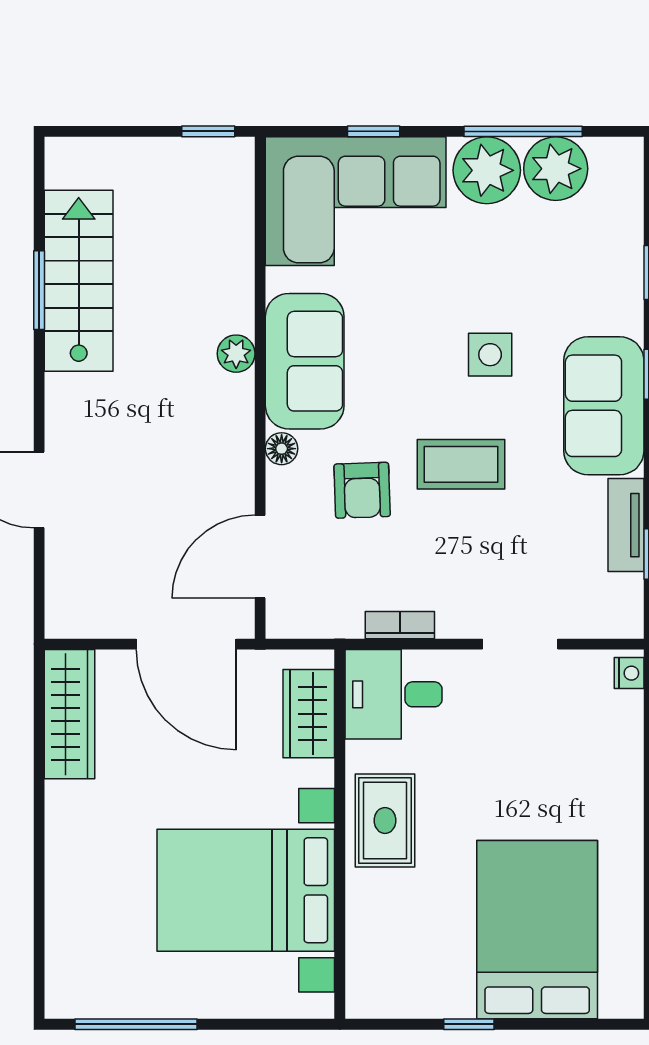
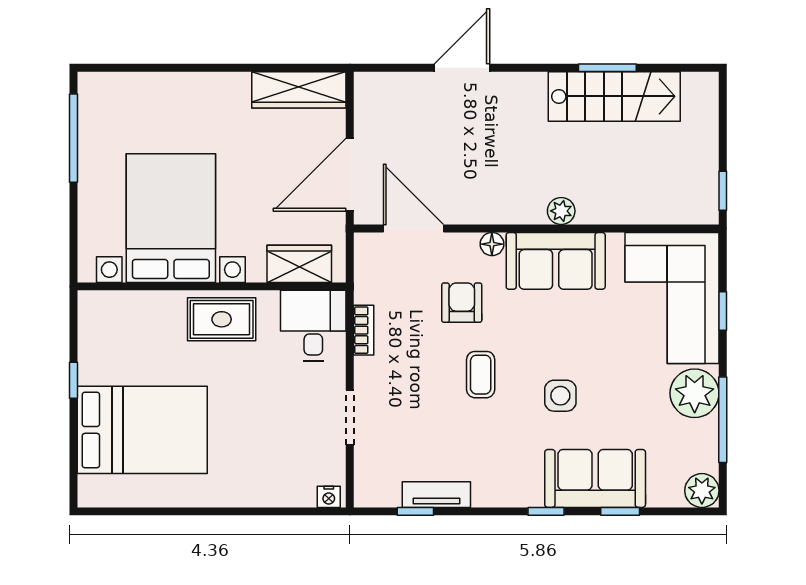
plant: (556, 169) -> (702, 491), moved, width x0.73, depth x0.73
sofa: (604, 406) -> (595, 478), moved
coffee table: (461, 464) -> (481, 375), width x0.73, depth x0.77
armchair: (362, 490) -> (462, 303), turned 92

